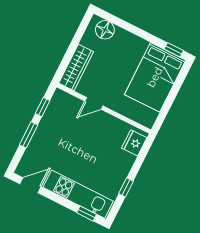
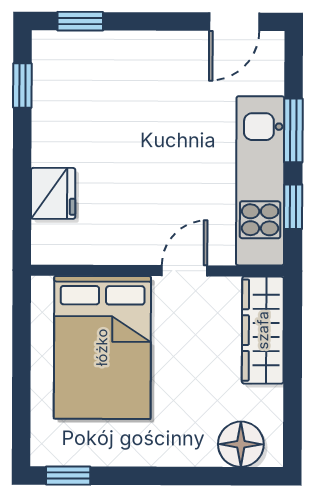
bed: (155, 77) -> (102, 347), moved, turned 180
fridge: (134, 143) -> (53, 193), moved
window: (126, 187) -> (22, 85), moved
kitchen unit: (78, 194) -> (260, 181), moved, turned 90

